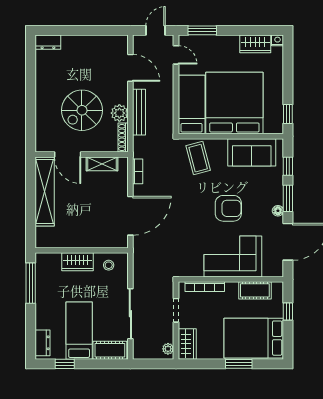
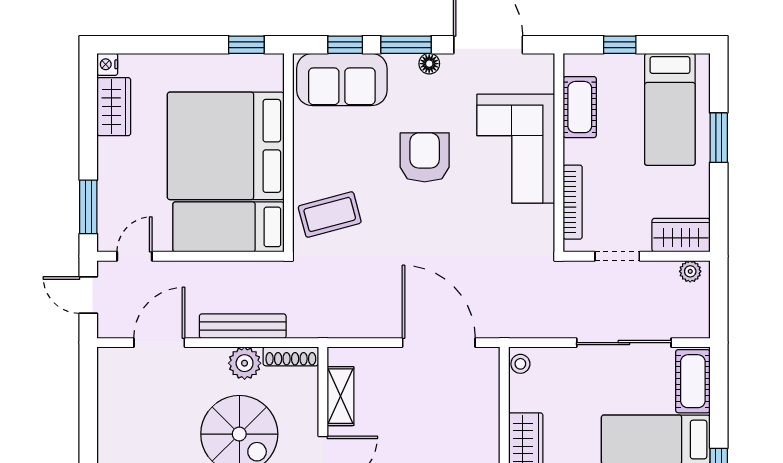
sofa: (252, 152) -> (342, 79), moved, turned 90
bookcase: (138, 171) -> (355, 329), removed
stool: (109, 265) -> (520, 364), moved
bed: (254, 338) -> (670, 109), width x0.67

